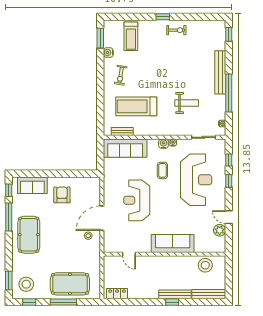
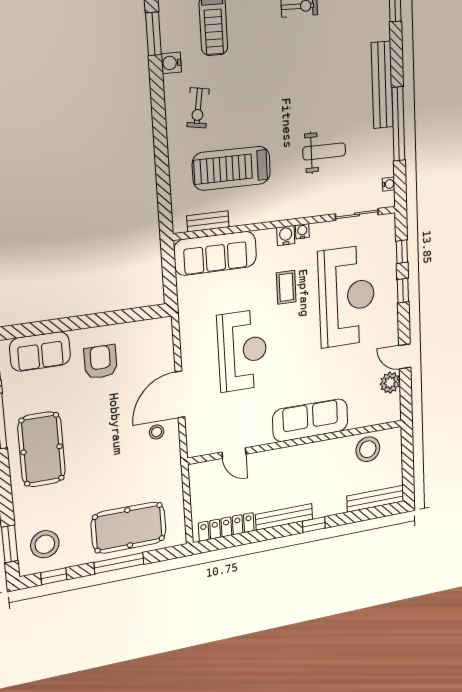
reception desk: (137, 200) -> (242, 351), turned 180
locker: (117, 294) -> (226, 527), width x1.53
bench: (175, 294) -> (284, 517), moved

